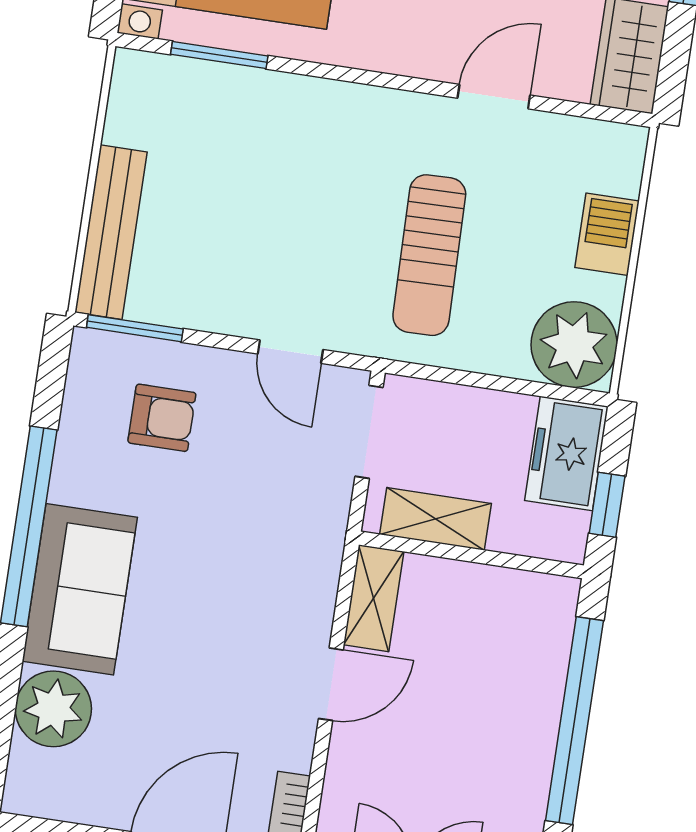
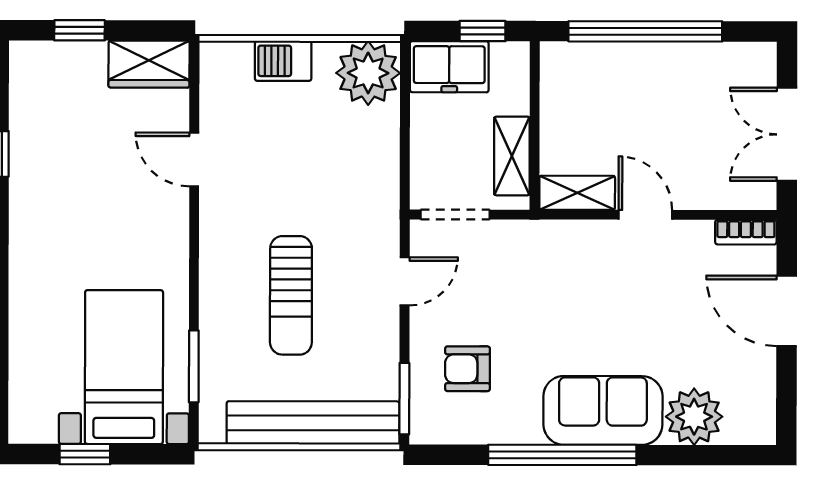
bench: (111, 232) -> (313, 423), width x1.37, depth x1.21
sun lounger: (429, 255) -> (291, 295), moved, turned 91
armchair: (162, 418) -> (467, 369), turned -90

